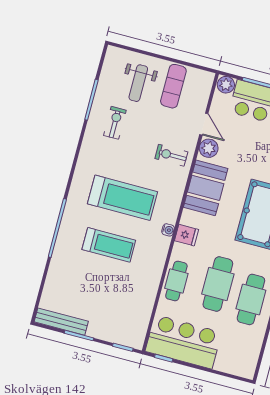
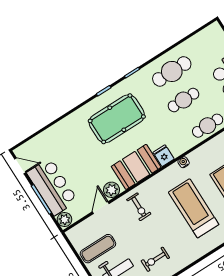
fridge: (187, 235) -> (164, 156), moved
cafe table: (218, 284) -> (183, 100), width x0.73, depth x0.74

